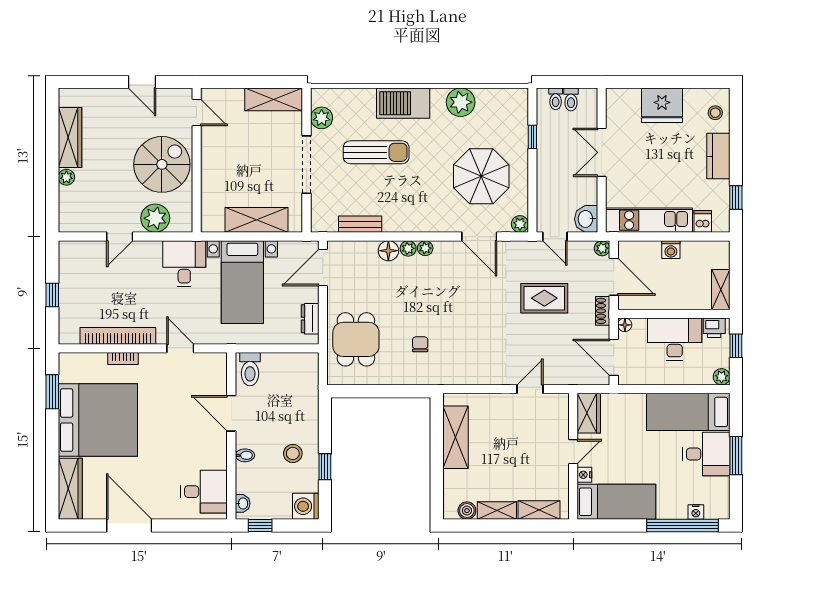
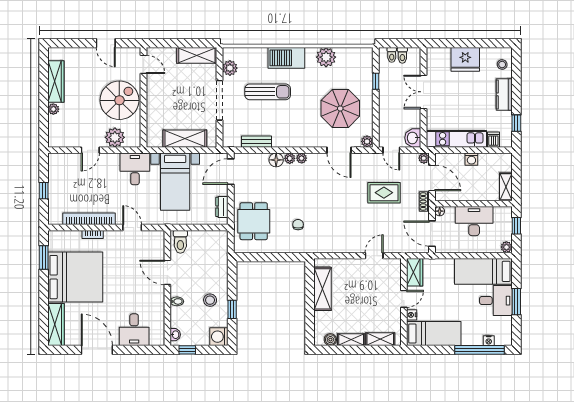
printer: (714, 328) -> (501, 213), removed
desk: (204, 492) -> (134, 330), moved, turned 90

